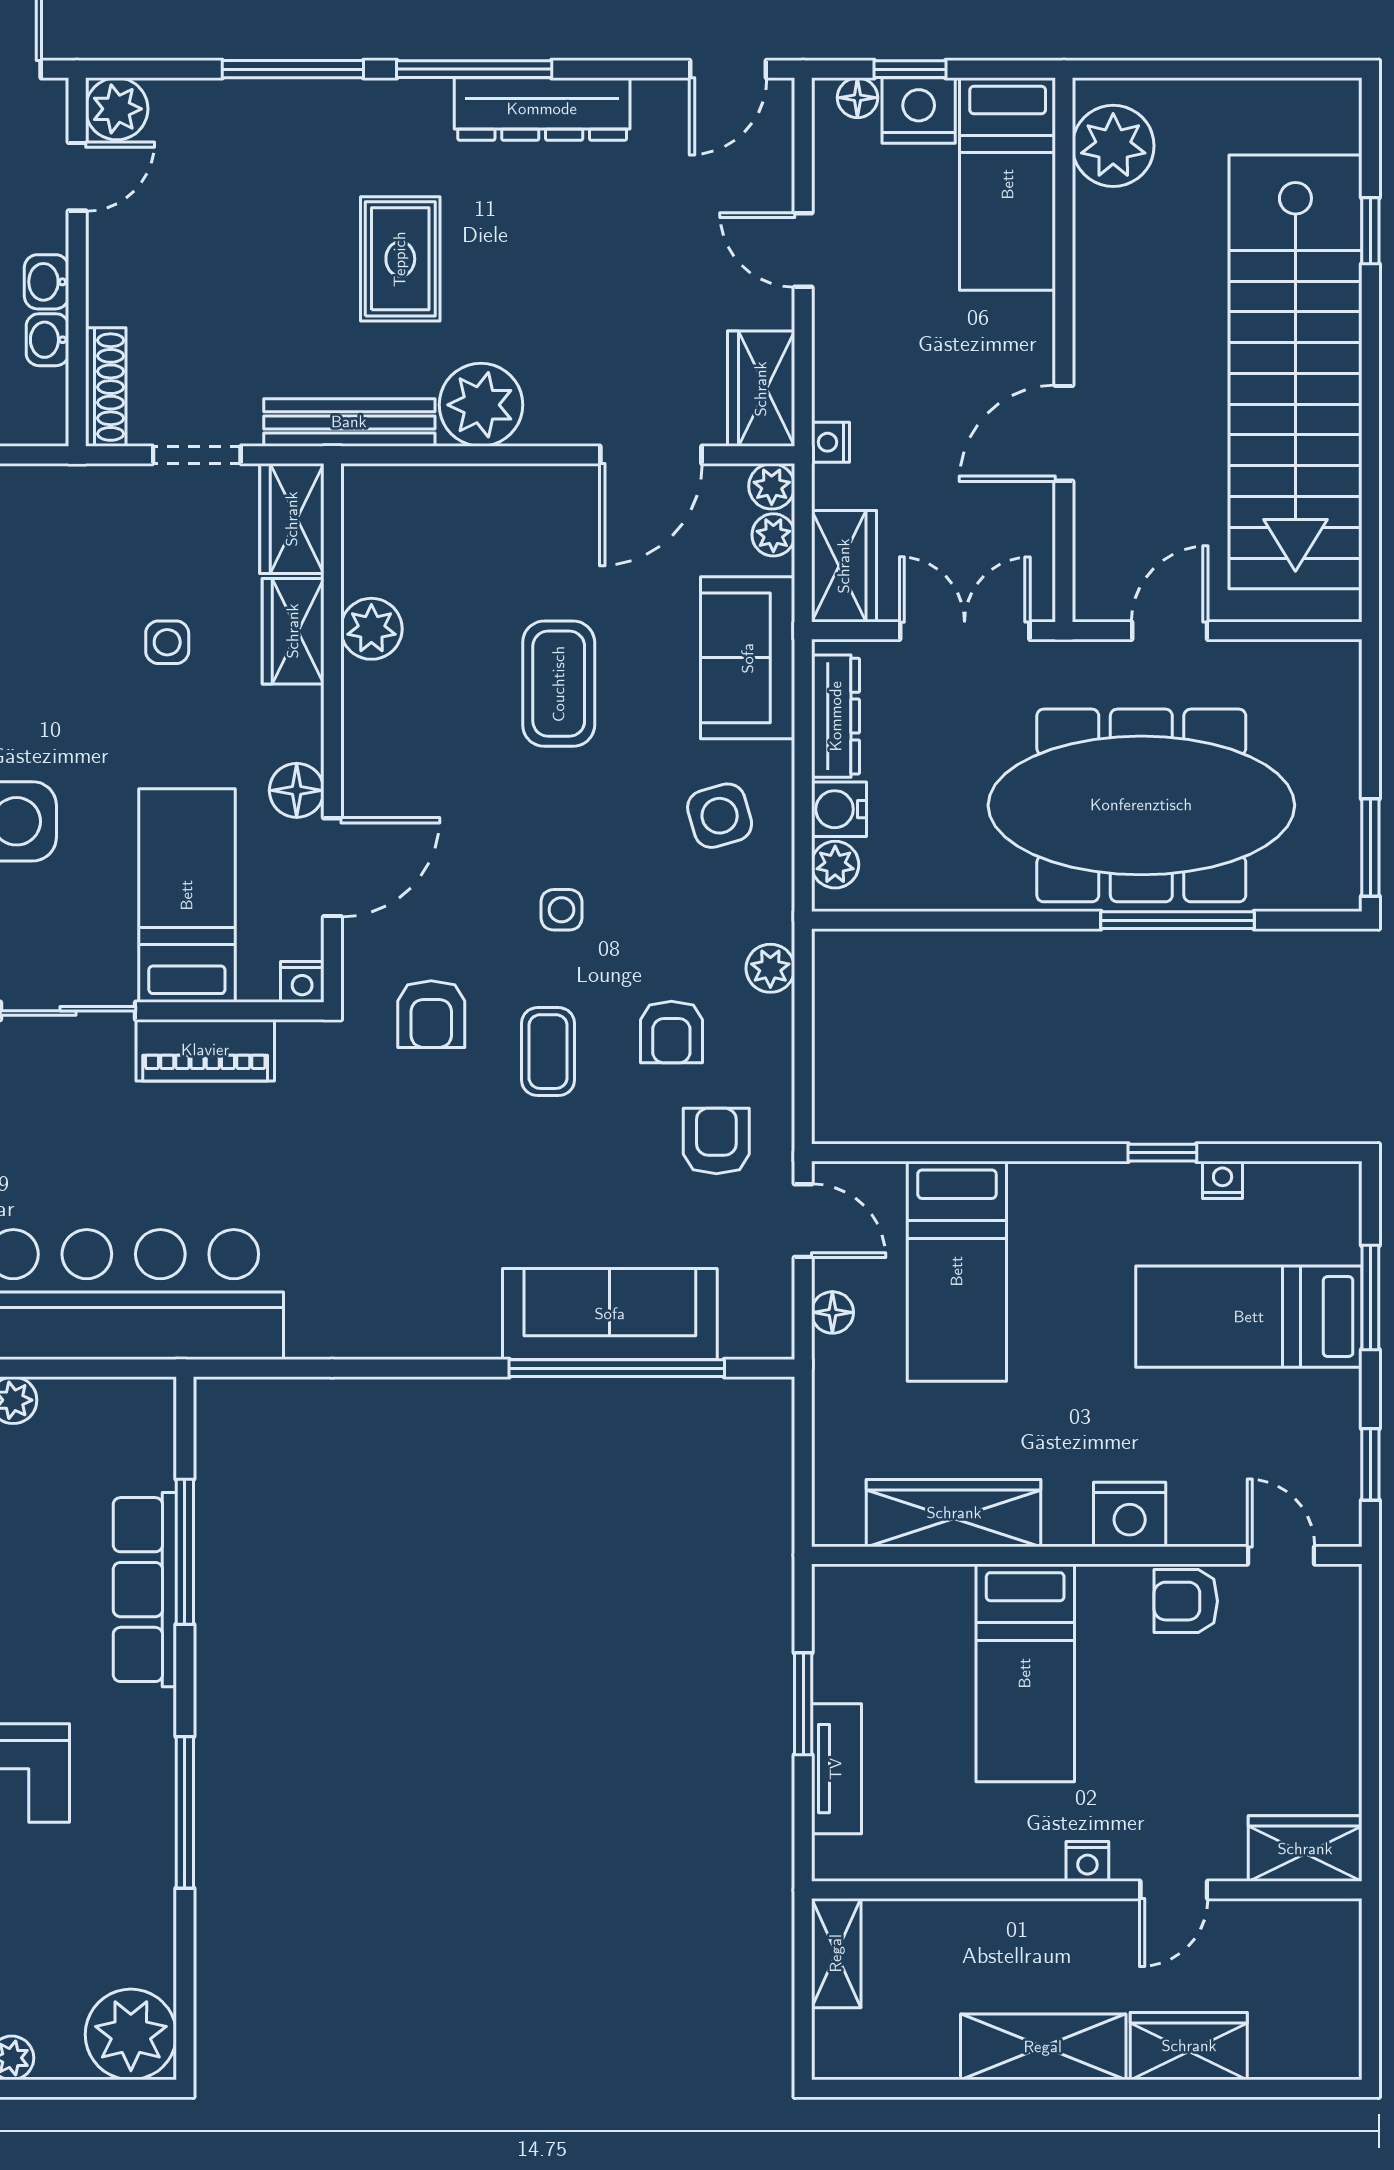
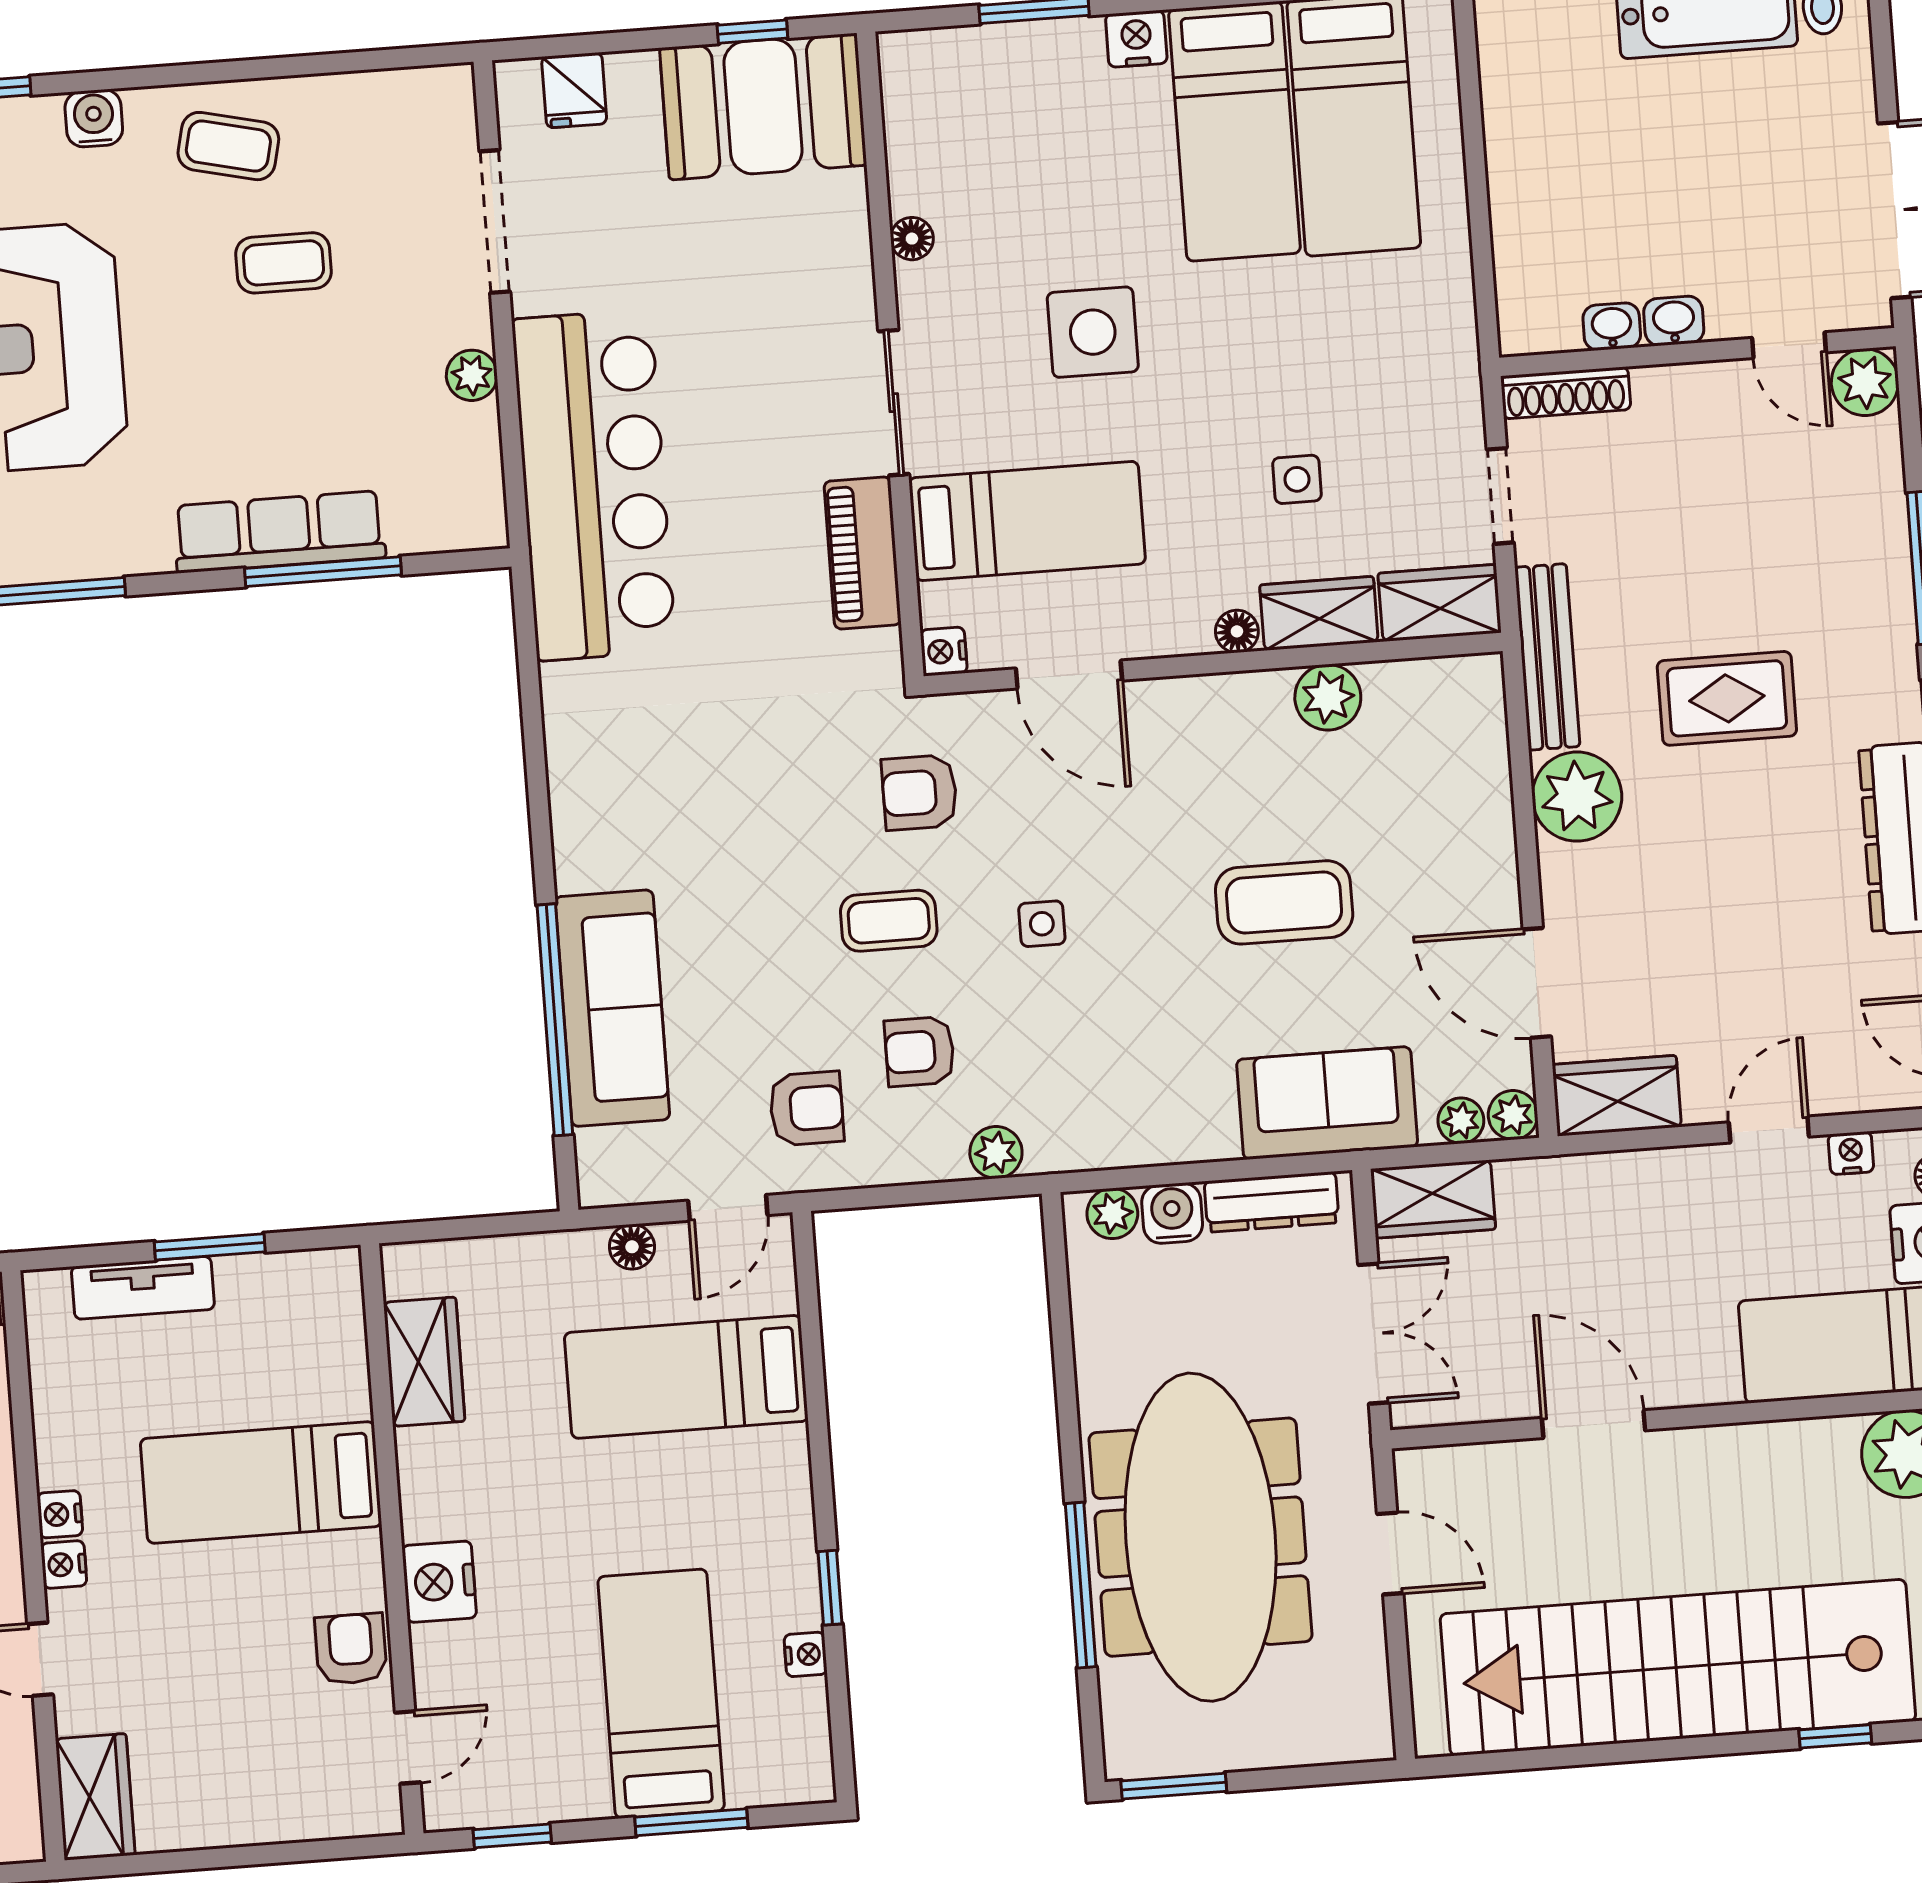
nightstand: (831, 442) -> (1851, 1153), moved
floor lamp: (297, 790) -> (1237, 631), moved, width x0.73, depth x0.73
side table: (720, 816) -> (1156, 1086), removed
wardrobe: (954, 1513) -> (424, 1362), width x0.67
nightstand: (1041, 1862) -> (60, 1514), added

